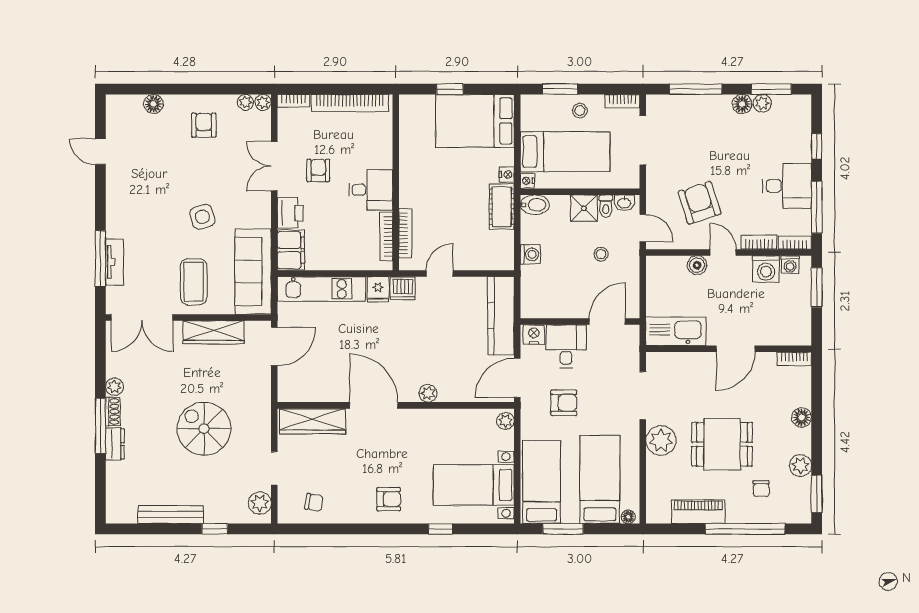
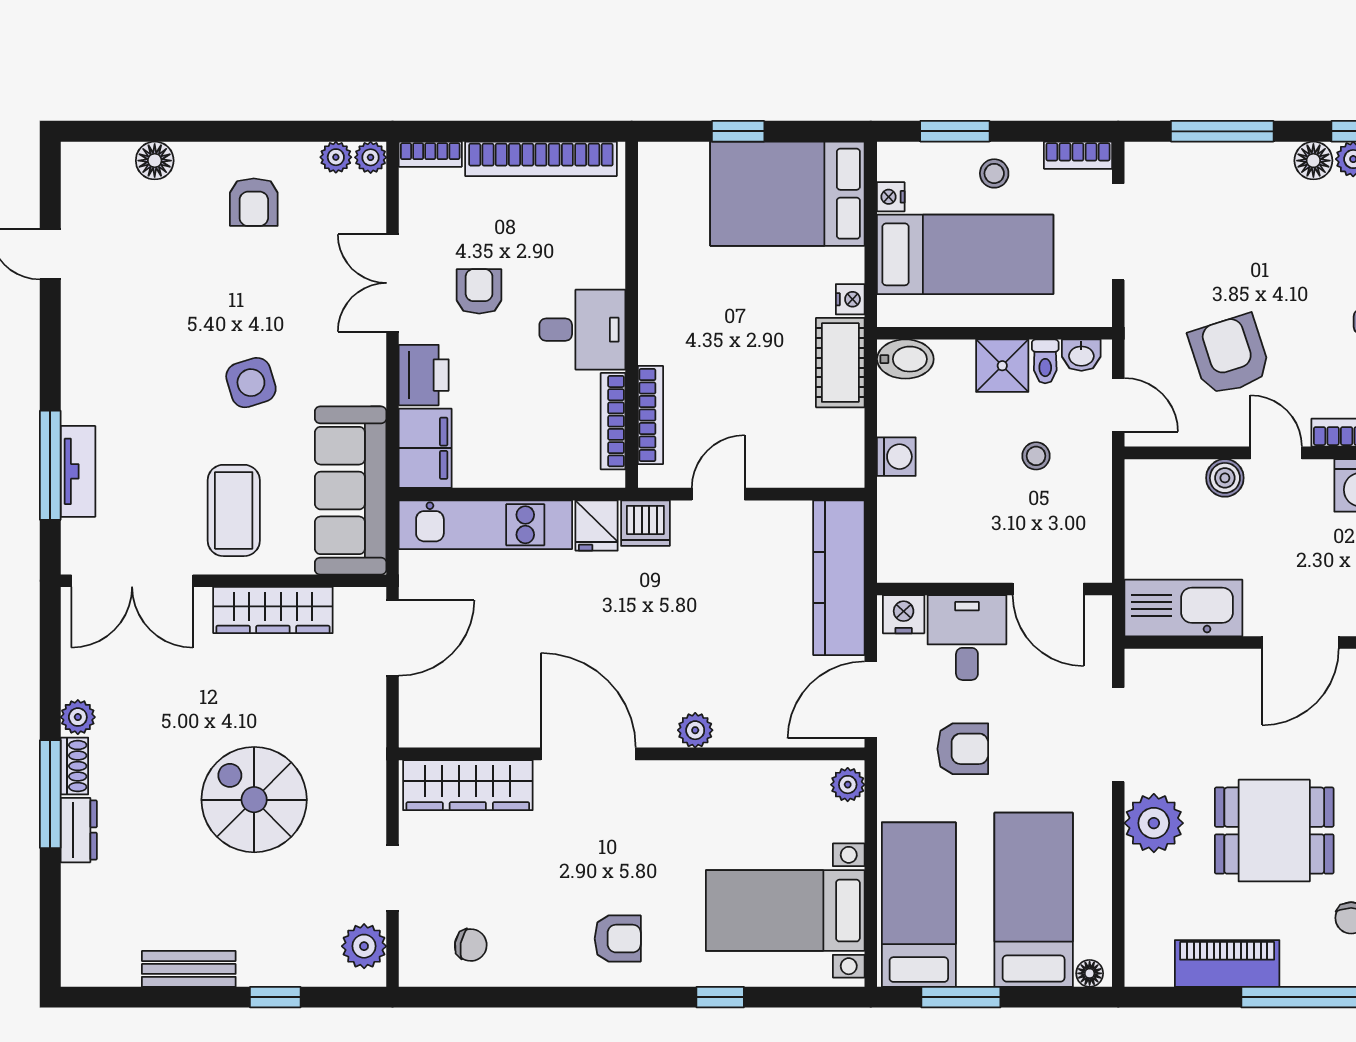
armchair: (204, 125) -> (254, 202), turned 180
nightstand: (527, 181) -> (891, 197), moved
door: (607, 322) -> (1048, 589), swing flipped
bench: (171, 515) -> (189, 969), width x0.73

